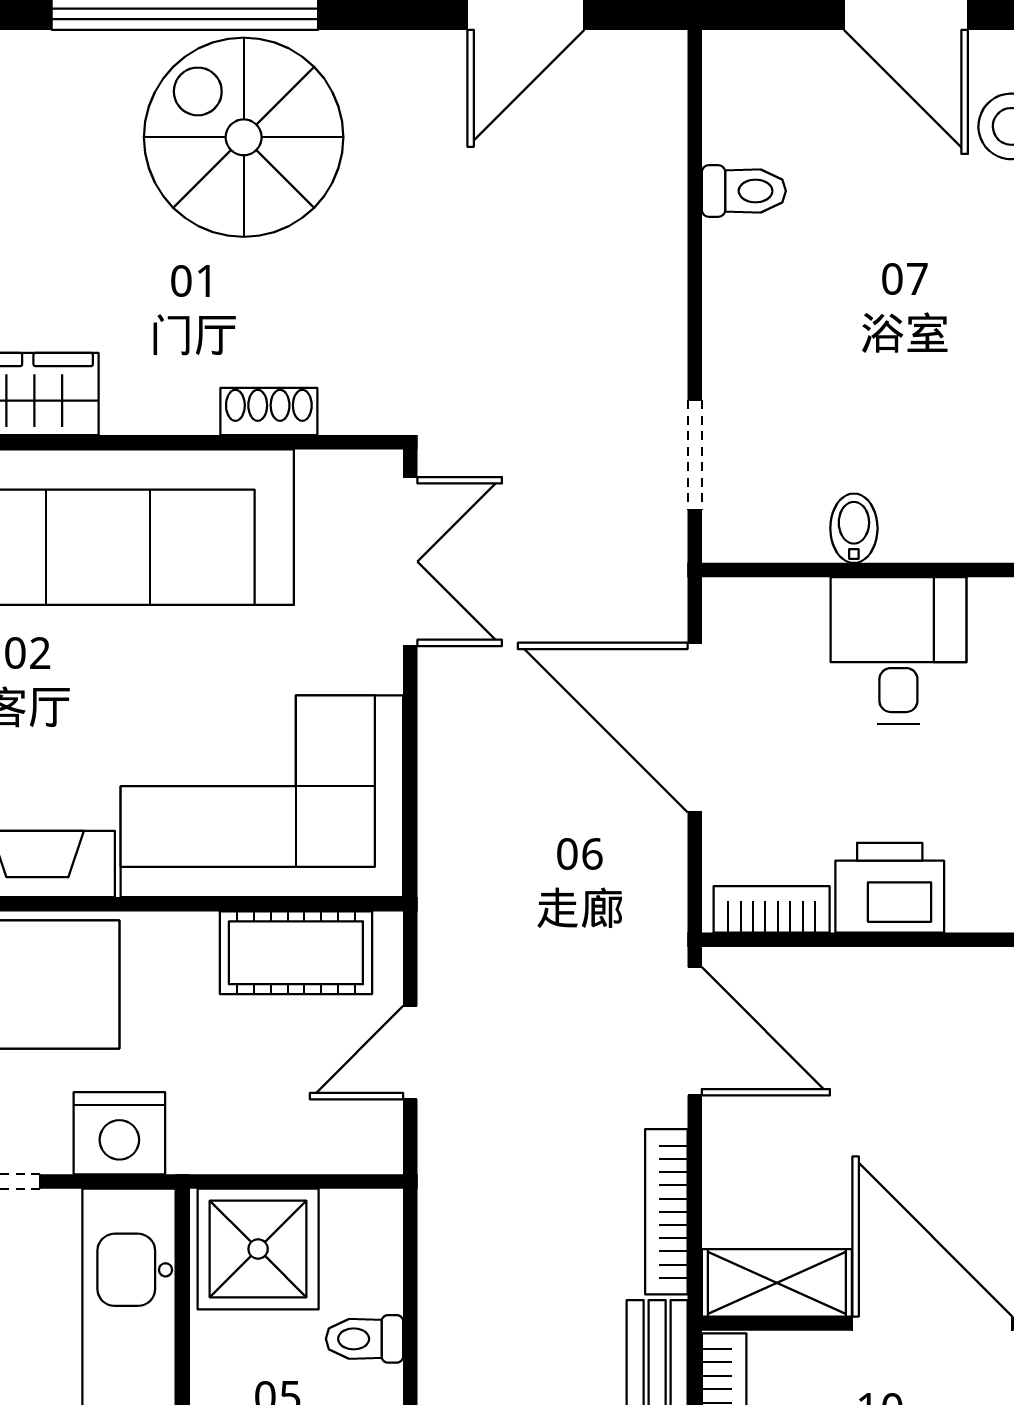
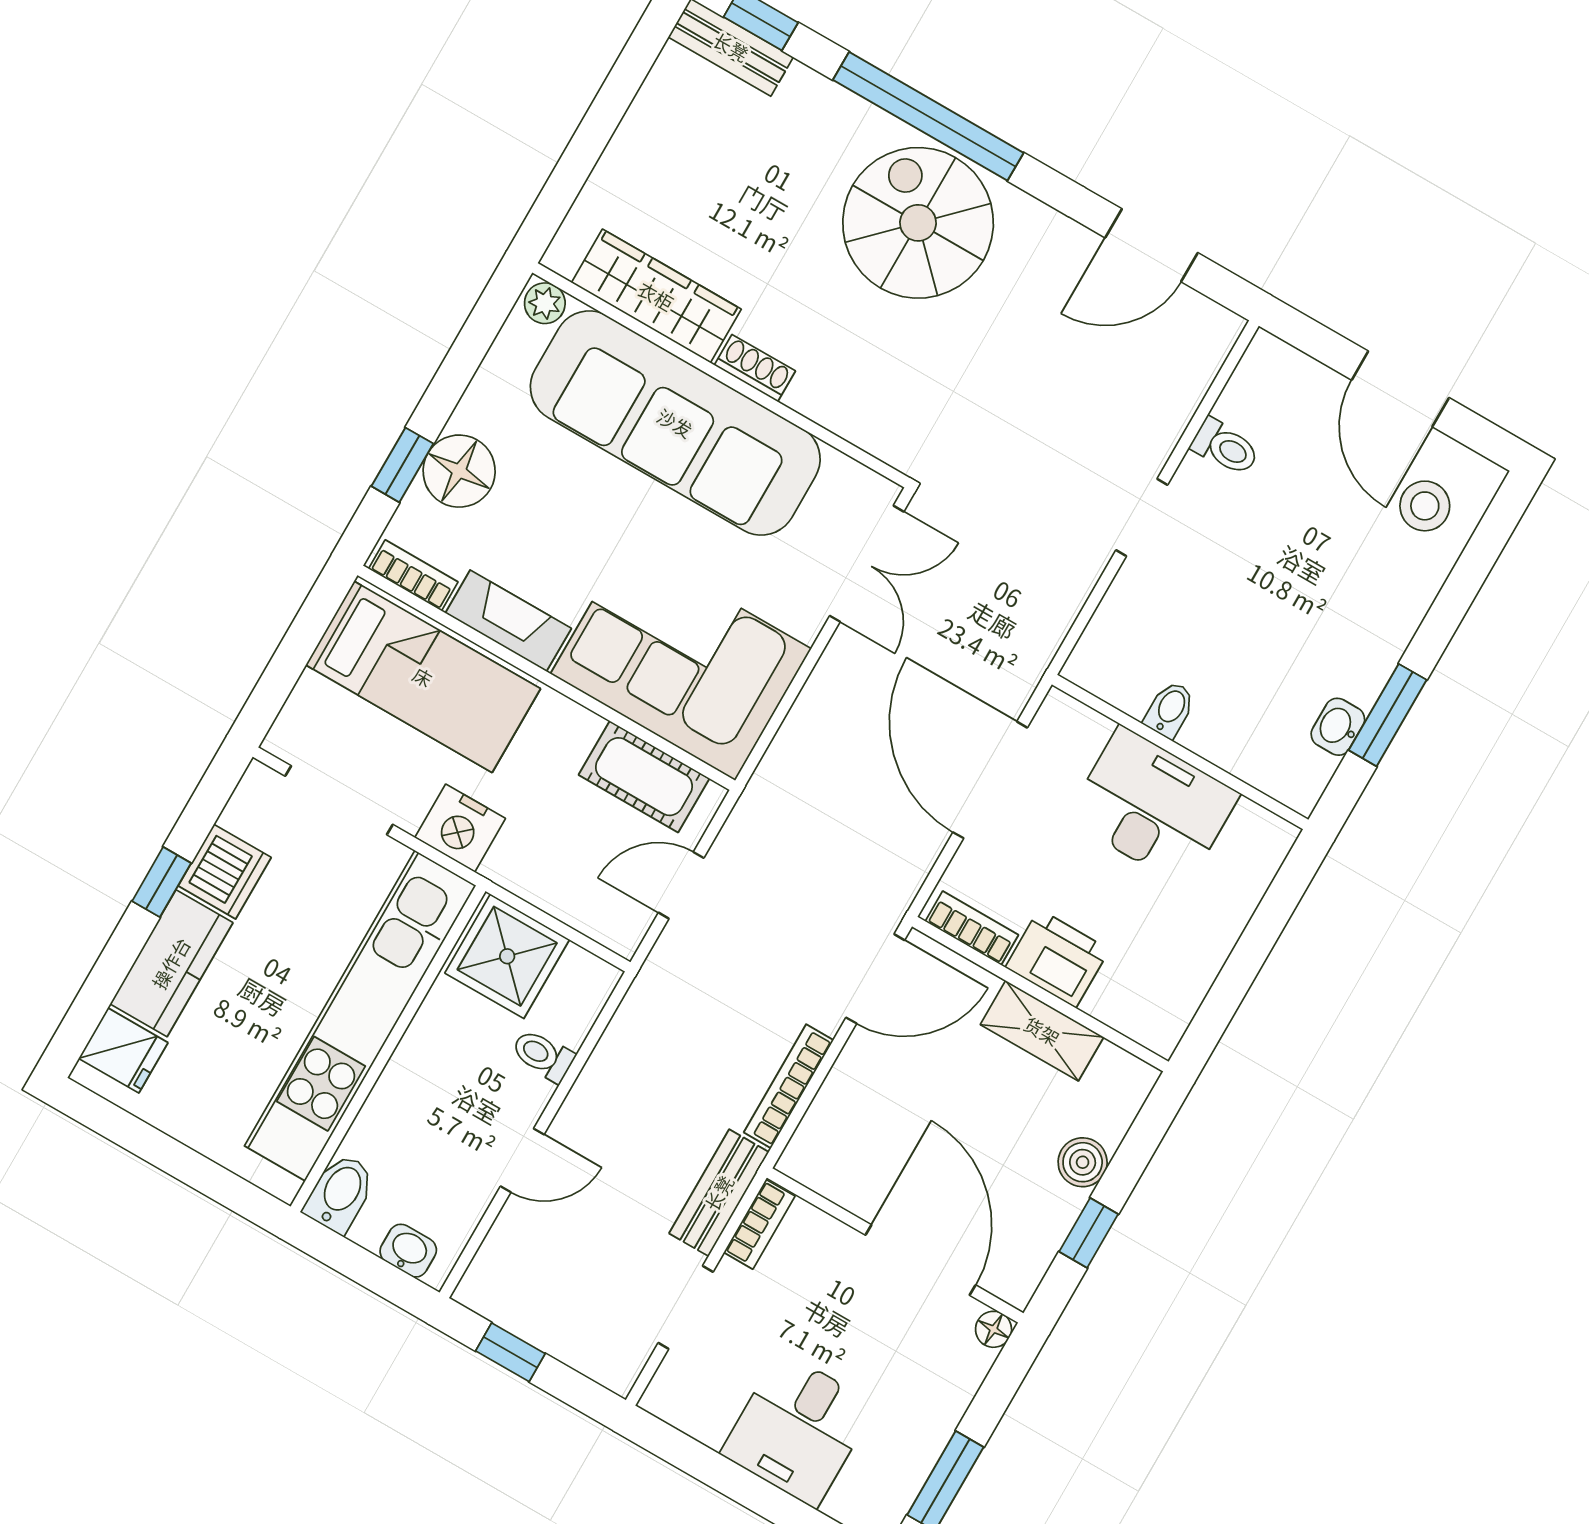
shoe rack: (269, 411) -> (755, 368), moved
doorway: (695, 455) -> (1142, 517), moved
desk: (898, 650) -> (1153, 806), width x1.37
door: (695, 1031) -> (875, 979), hinge flipped
shelving: (777, 1283) -> (1042, 1031), moved

